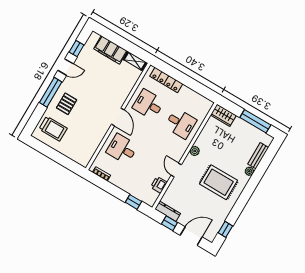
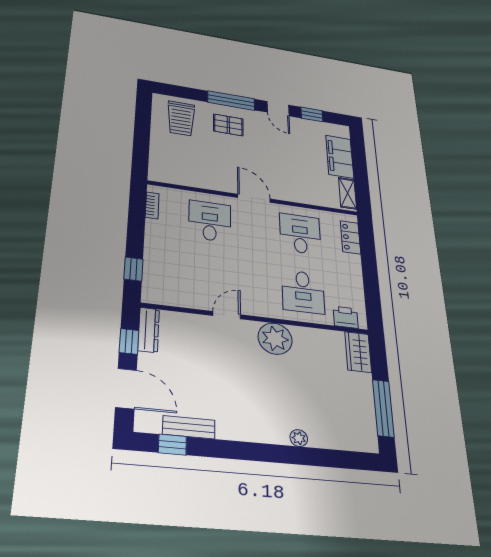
locker: (166, 80) -> (350, 237), width x0.66
door: (118, 117) -> (254, 198), swing flipped
plant: (195, 151) -> (275, 339), width x1.87, depth x1.87
bench: (258, 156) -> (189, 427), moved
rug: (219, 182) -> (248, 393), removed
printer: (159, 185) -> (346, 317), moved

